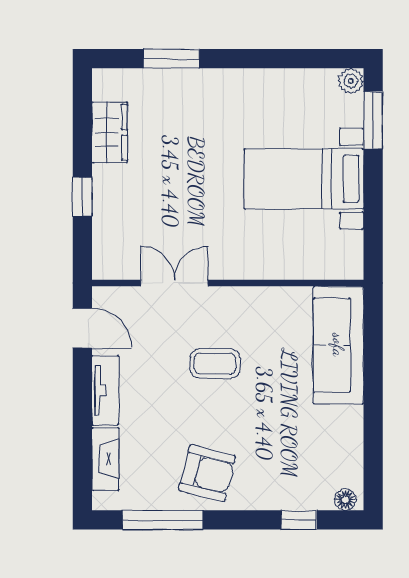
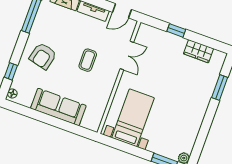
bed with nightstands: (304, 179) -> (133, 118), moved
sofa: (338, 345) -> (58, 107), moved
armchair: (207, 473) -> (43, 56), moved

